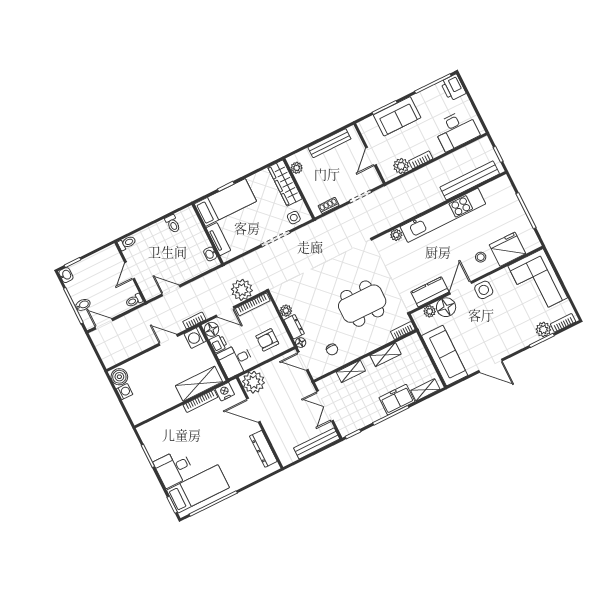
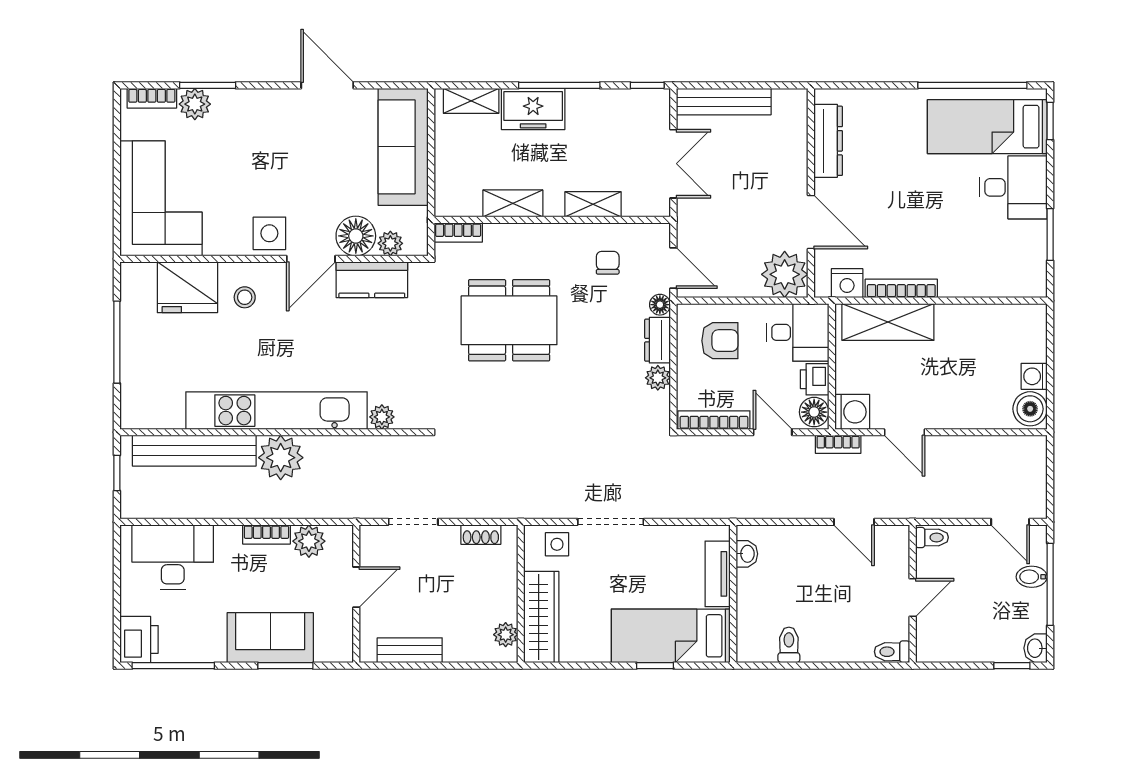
bench: (329, 143) -> (410, 650), width x0.73
plant: (242, 290) -> (281, 458), moved

